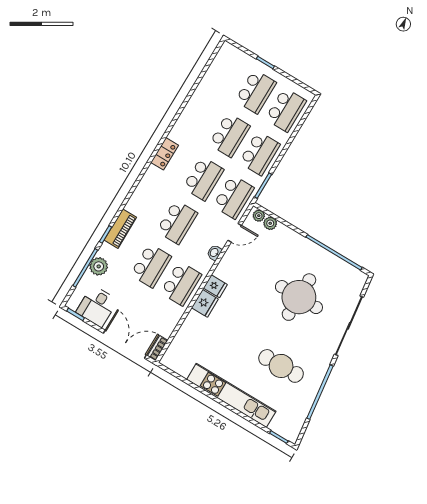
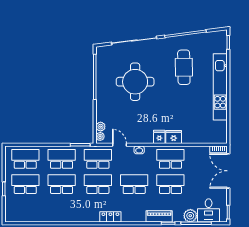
locker: (165, 154) -> (110, 217), moved
desk: (97, 306) -> (209, 210), moved, turned 90

